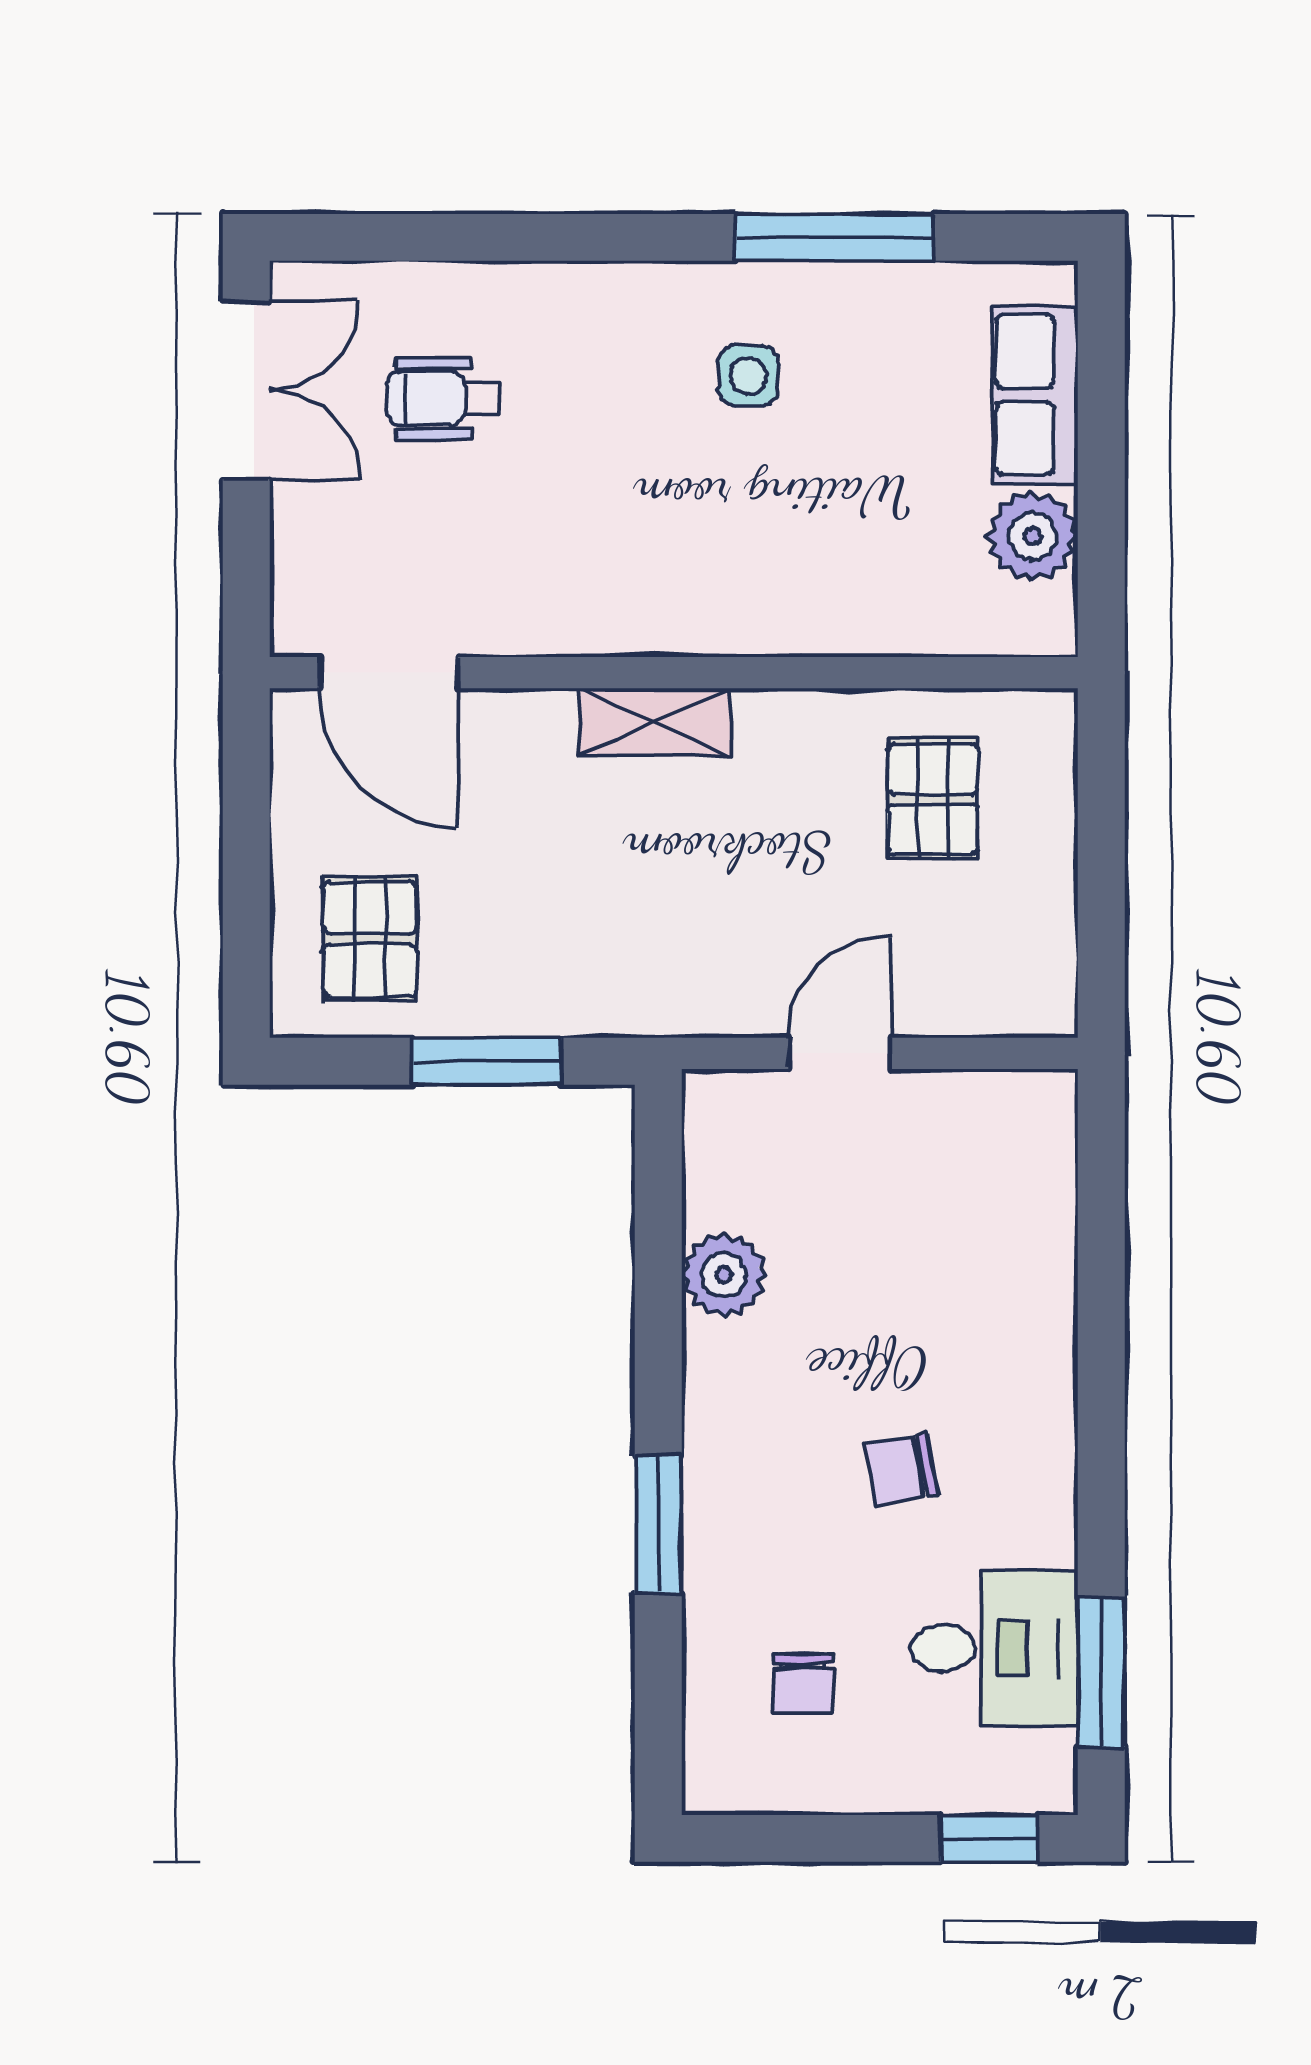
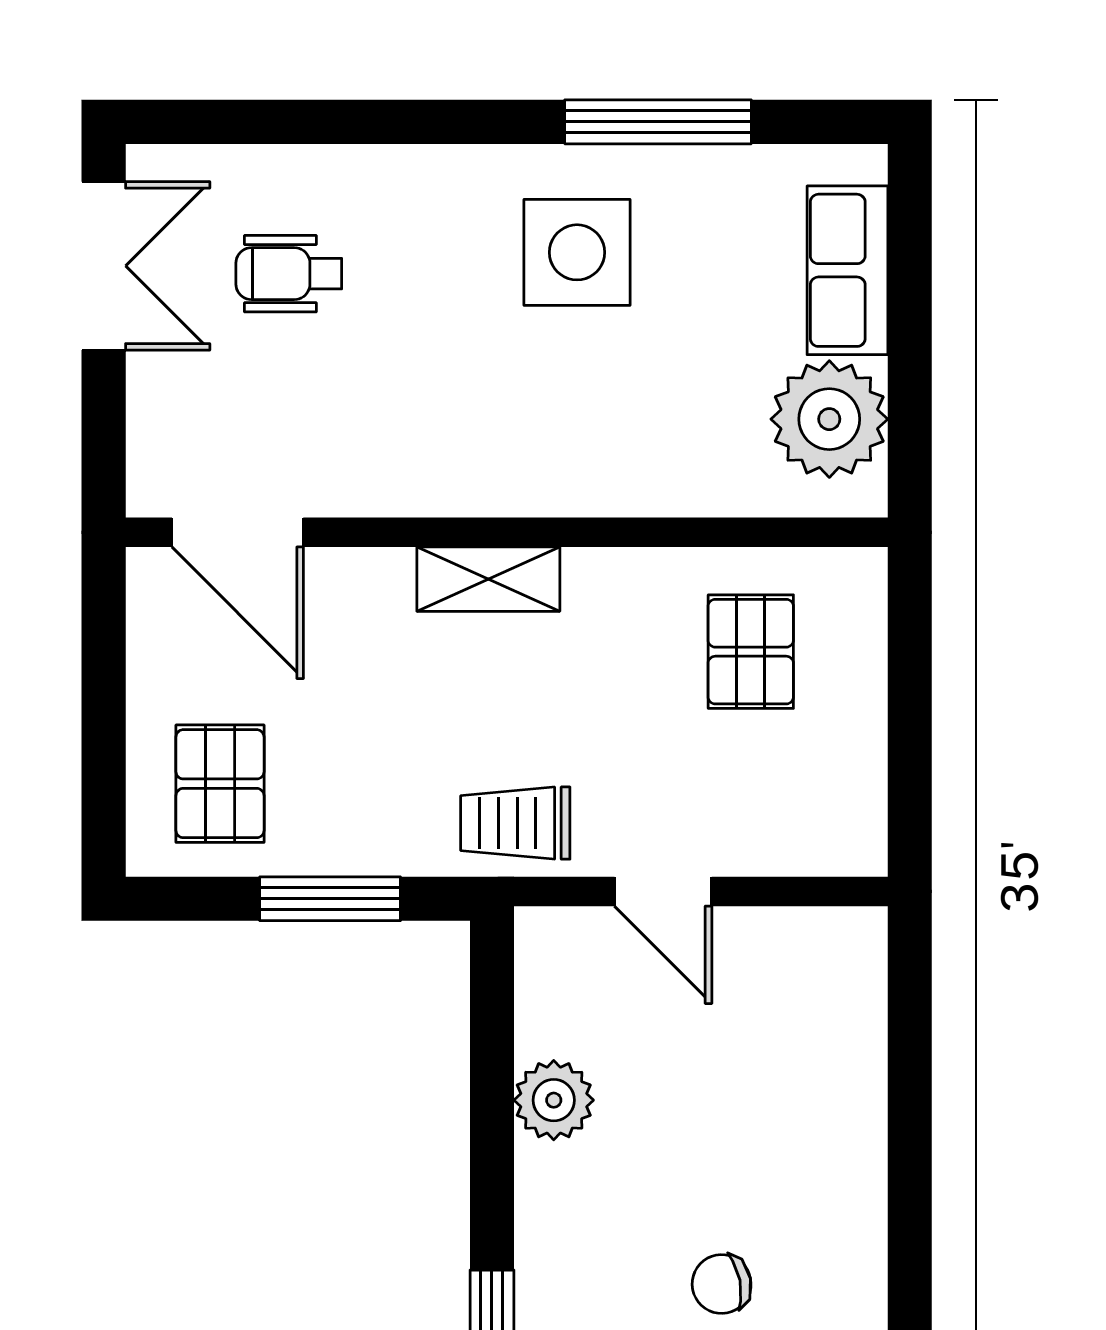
side table: (748, 376) -> (577, 252), width x1.87, depth x1.87
plant: (1032, 536) -> (829, 419), width x1.36, depth x1.36
trolley: (683, 981) -> (515, 823), added
door: (840, 1053) -> (663, 891), swing flipped

